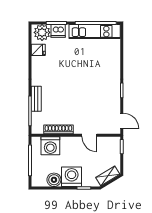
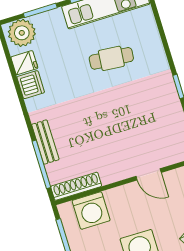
dishwasher: (58, 31) -> (31, 85), moved, turned -90
cafe table: (89, 63) -> (111, 58), added
shoe rack: (58, 129) -> (76, 186), moved

